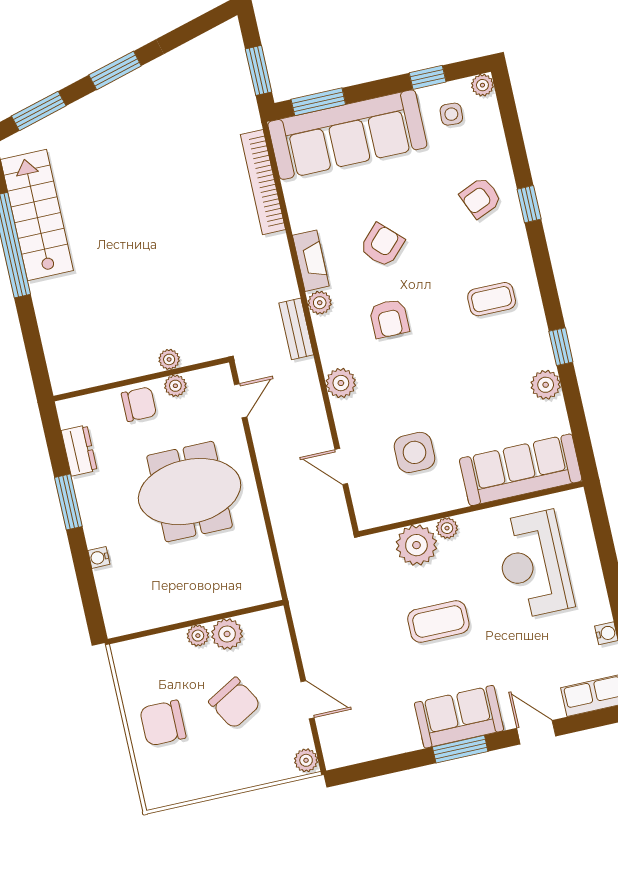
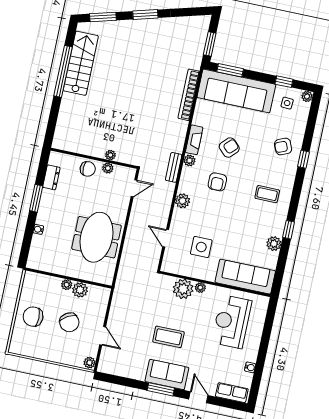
meeting table: (190, 492) -> (97, 237), moved, turned 90
coffee table: (438, 621) -> (168, 337), moved

